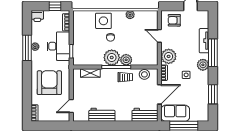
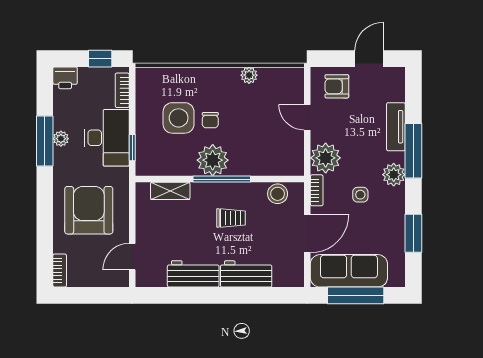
side table: (103, 21) -> (179, 118), moved
plant: (126, 60) -> (241, 165), removed
trolley: (125, 77) -> (231, 218), moved
sofa: (175, 113) -> (349, 271), width x1.36
workbench: (145, 115) -> (246, 274), moved

